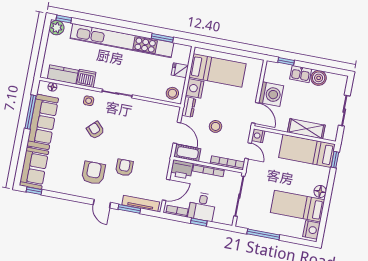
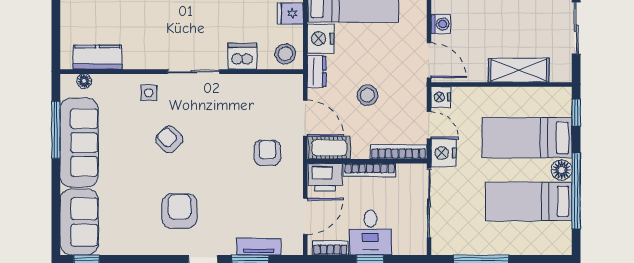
dishwasher: (86, 78) -> (242, 56), moved
washing machine: (271, 94) -> (441, 24), width x0.53, depth x0.53
bed: (307, 151) -> (527, 138), moved
armchair: (124, 168) -> (267, 153), moved
tv unit: (141, 203) -> (259, 247), width x0.71
window: (326, 205) -> (576, 191), added
nightstand: (312, 230) -> (444, 153), moved, turned 180

